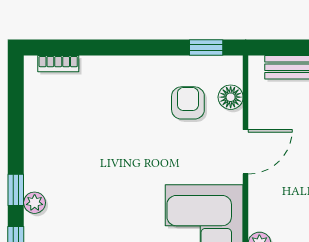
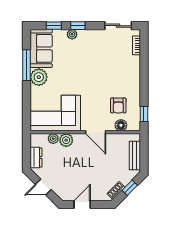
sliding door: (16, 103) -> (118, 26), added
armchair: (188, 103) -> (118, 105), turned 90
plant: (263, 215) -> (66, 140), added

